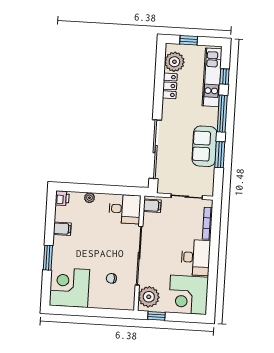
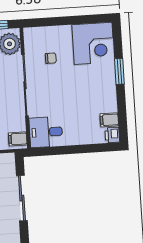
sliding door: (155, 149) -> (22, 198), width x0.73
plant: (89, 198) -> (84, 139), removed
filing cabinet: (62, 229) -> (109, 120), moved

